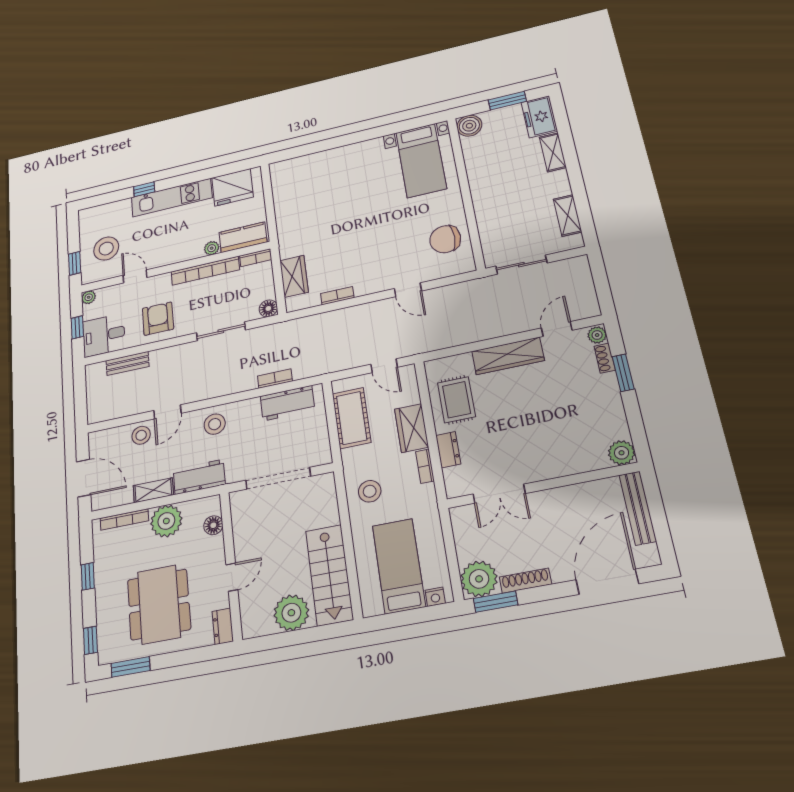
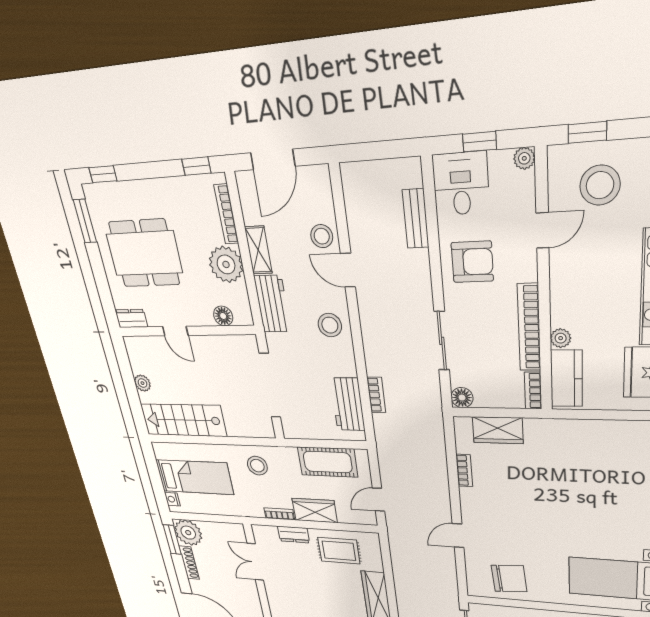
chair: (445, 239) -> (509, 579), turned 85
window: (88, 576) -> (196, 166), moved
plant: (291, 613) -> (142, 383), width x0.53, depth x0.53

